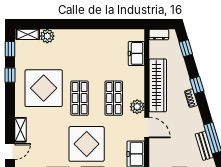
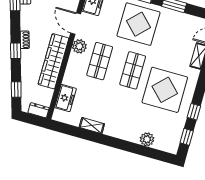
shelving: (28, 34) -> (92, 126), moved

